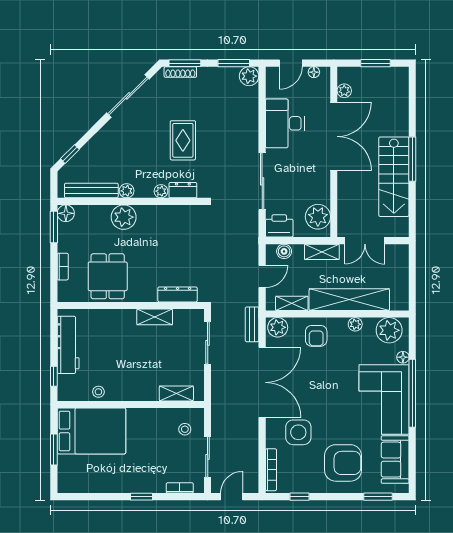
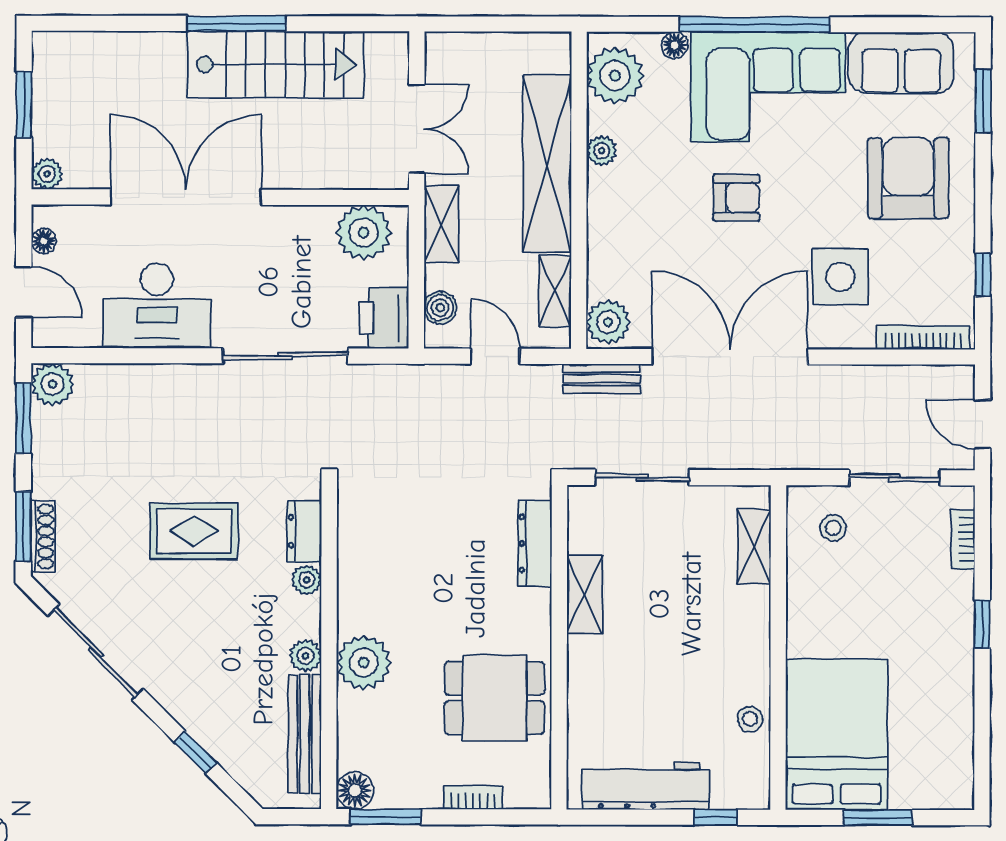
plant: (344, 91) -> (47, 174), moved
window: (70, 154) -> (195, 752), moved
armchair: (316, 336) -> (736, 198), moved

